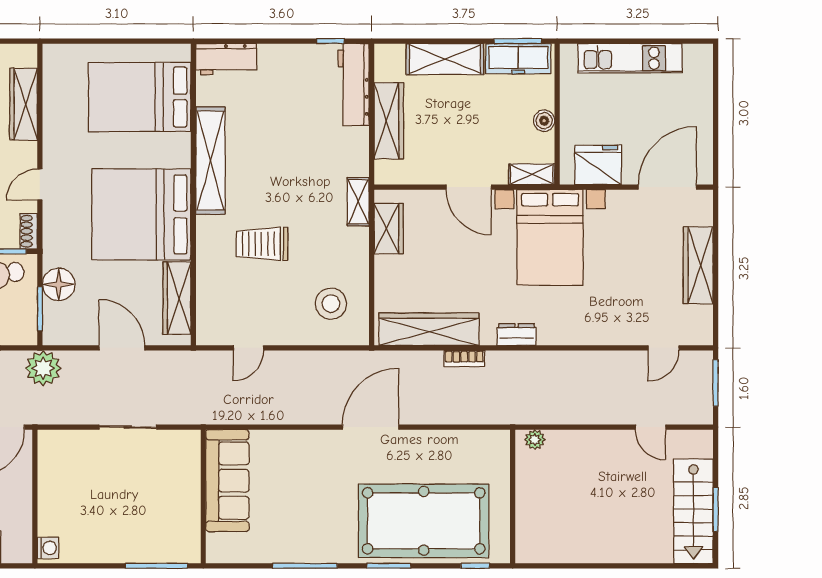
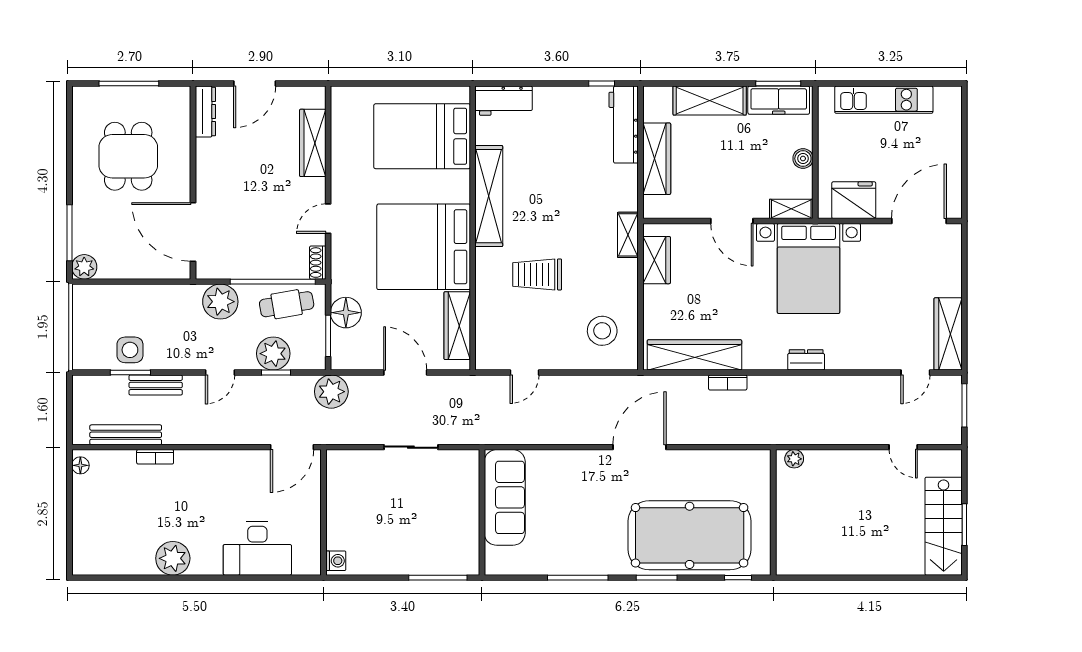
wardrobe: (698, 265) -> (948, 334), moved
dresser: (517, 335) -> (806, 360), moved

